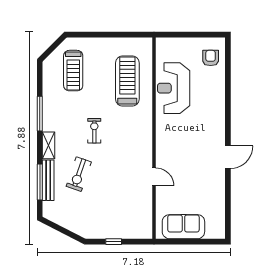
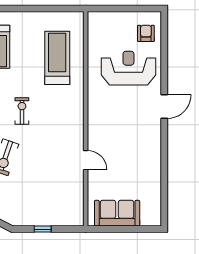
reception desk: (174, 88) -> (128, 68), moved, turned 90
door: (228, 157) -> (164, 106), moved

